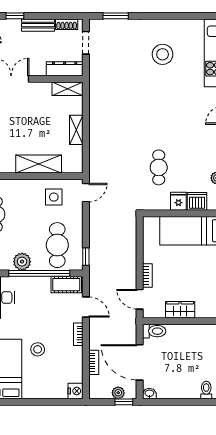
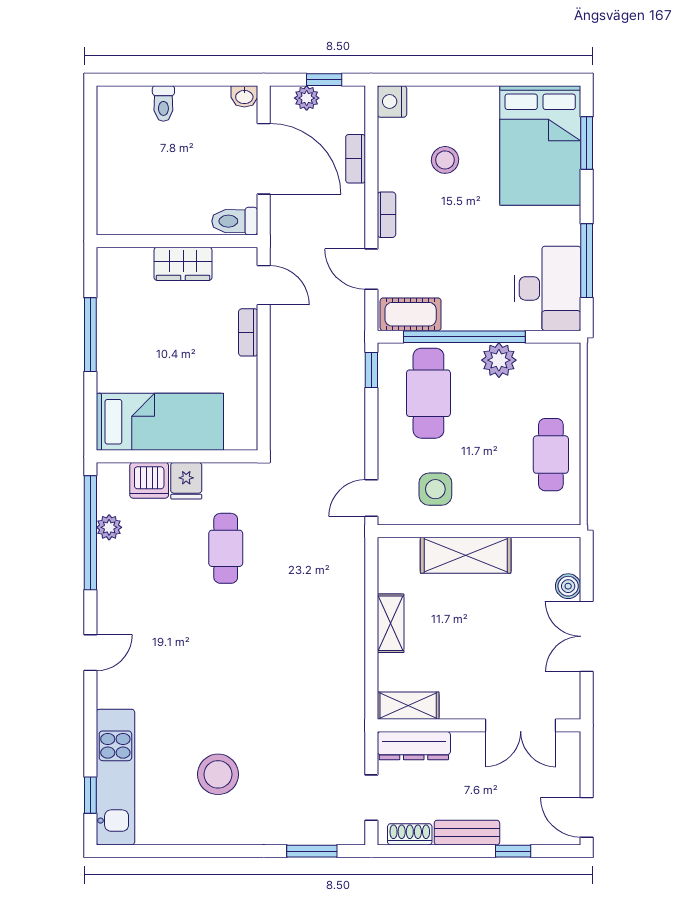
stool: (38, 349) -> (445, 160), moved
toilet: (206, 390) -> (163, 103), moved
window: (124, 402) -> (324, 80), moved

